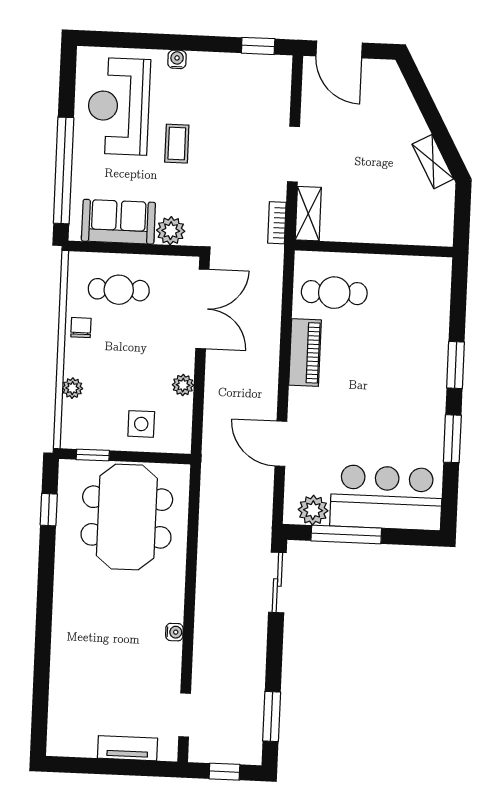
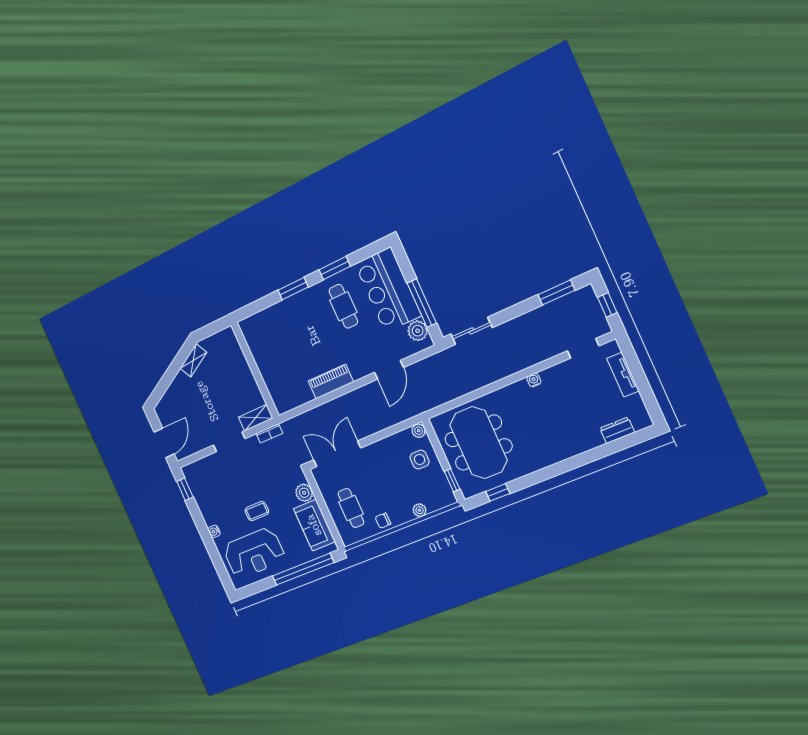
cafe table: (334, 293) -> (343, 306), moved
plant: (183, 385) -> (419, 431), moved
meeting table: (127, 517) -> (478, 443), turned 90
dresser: (60, 706) -> (617, 430), added

